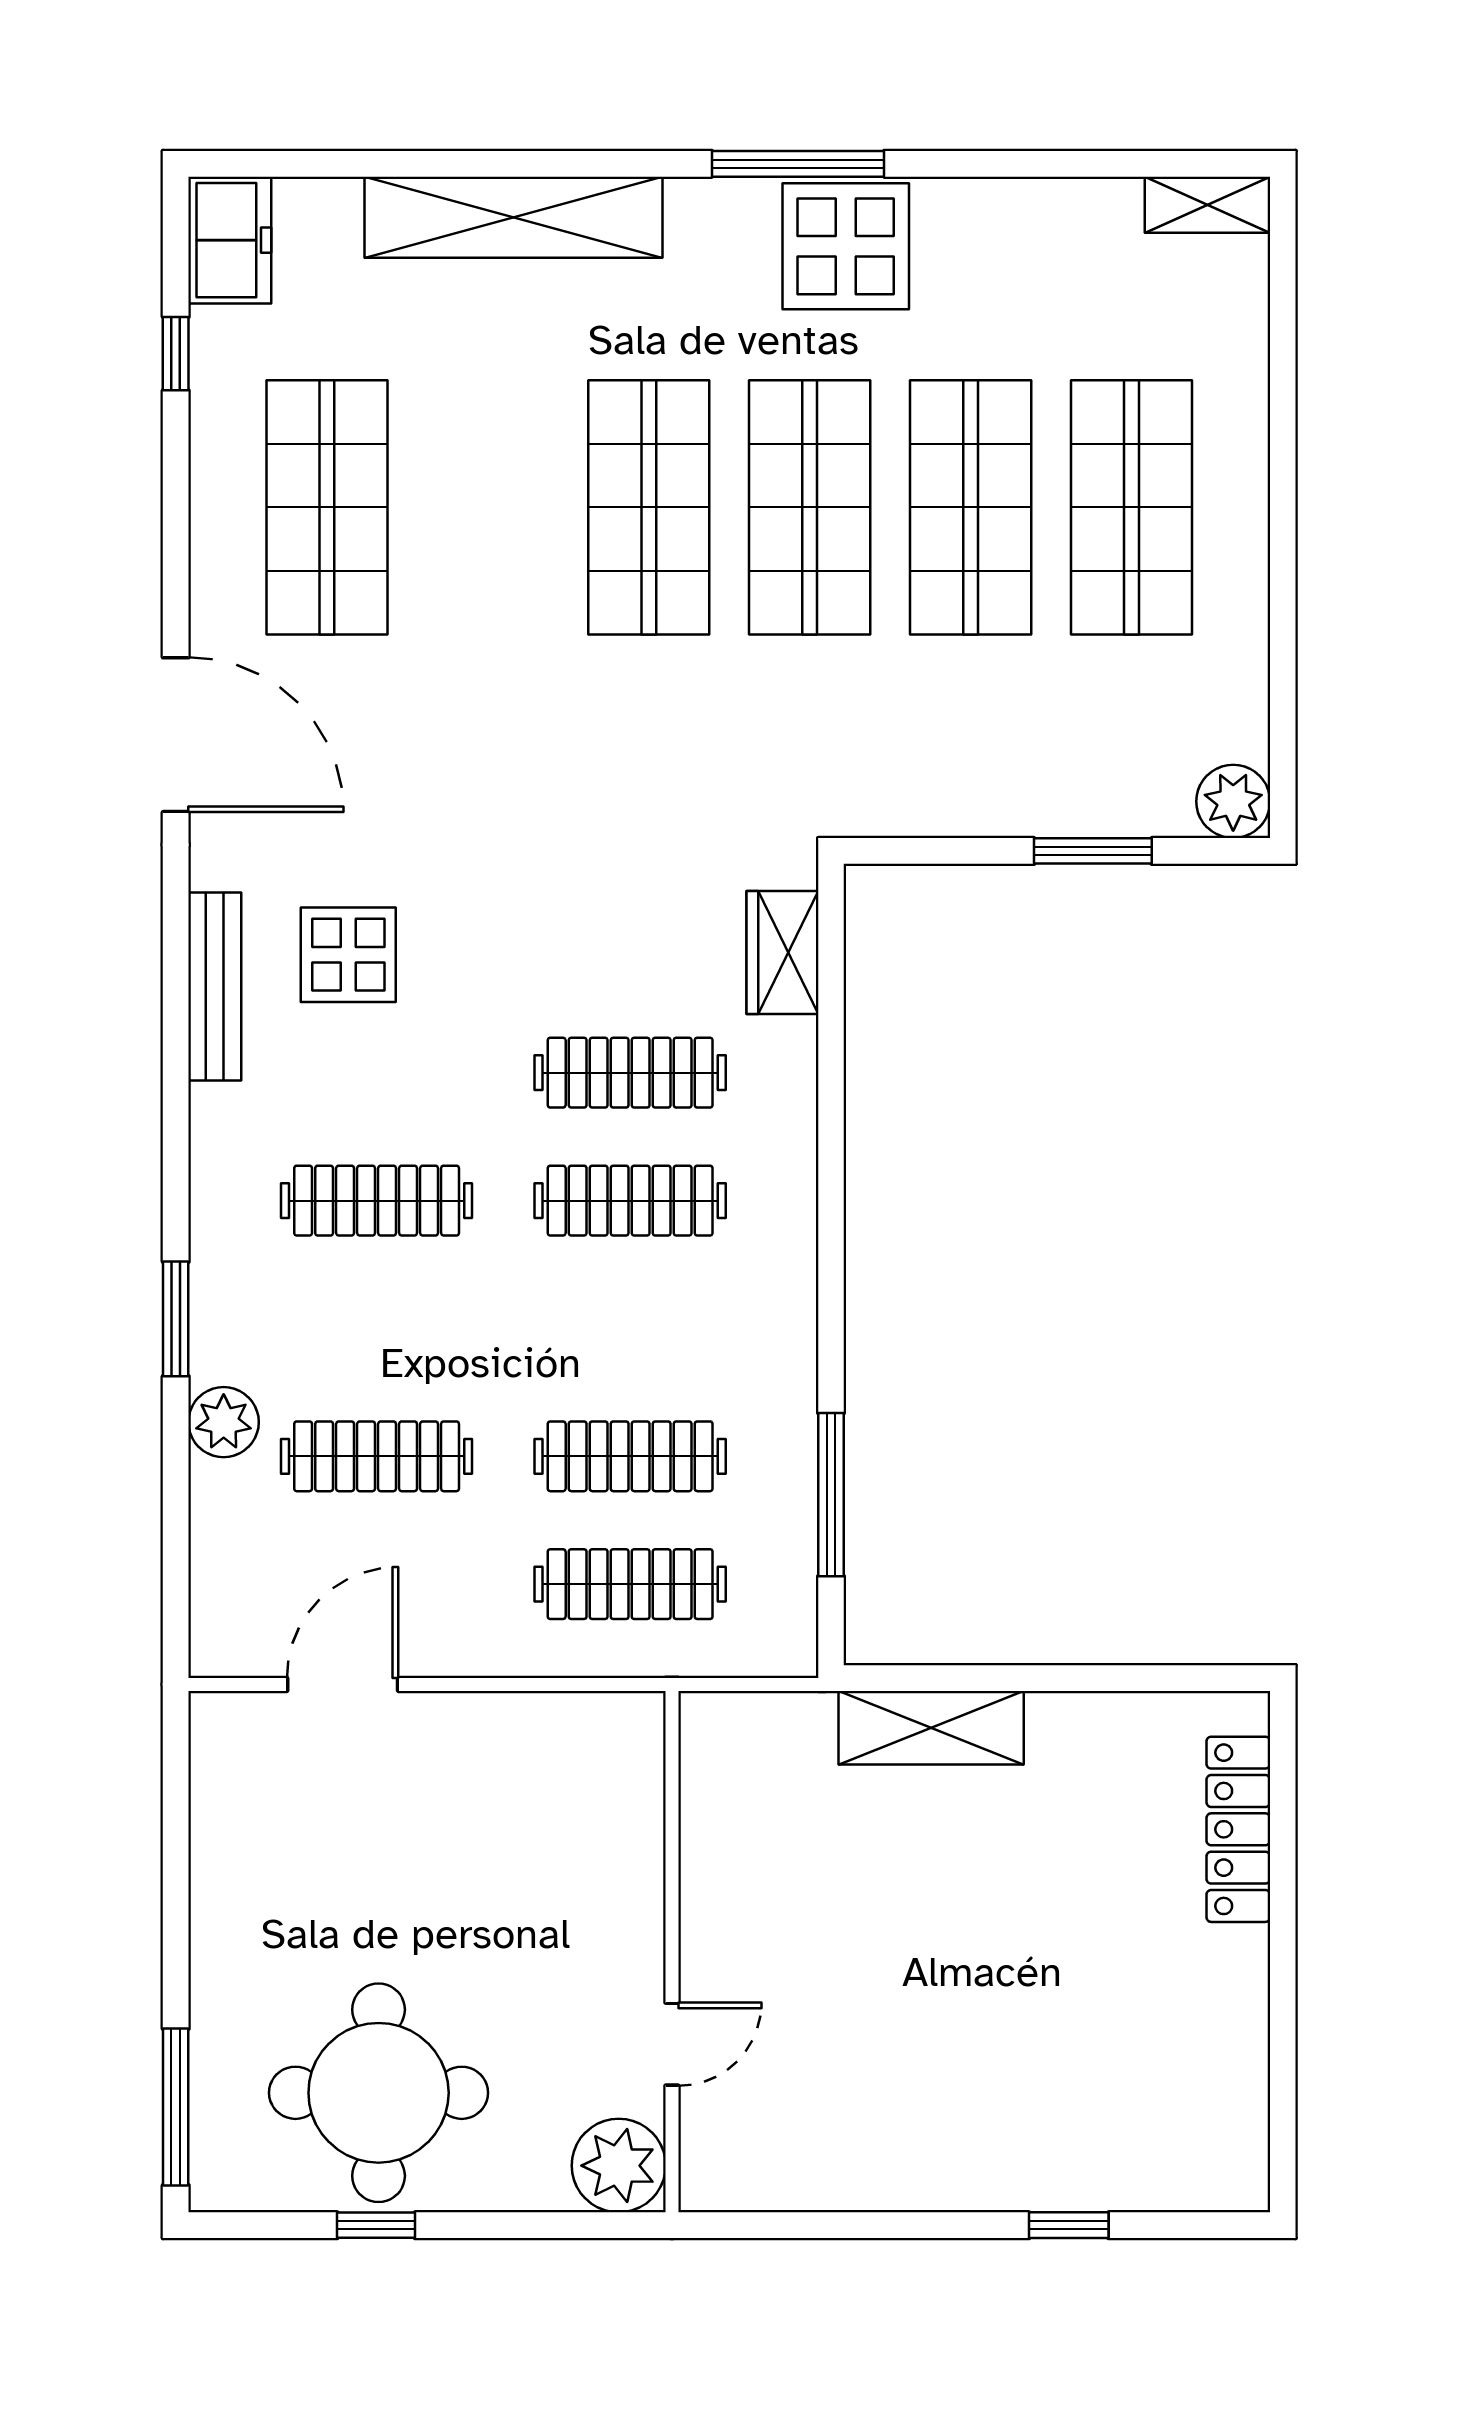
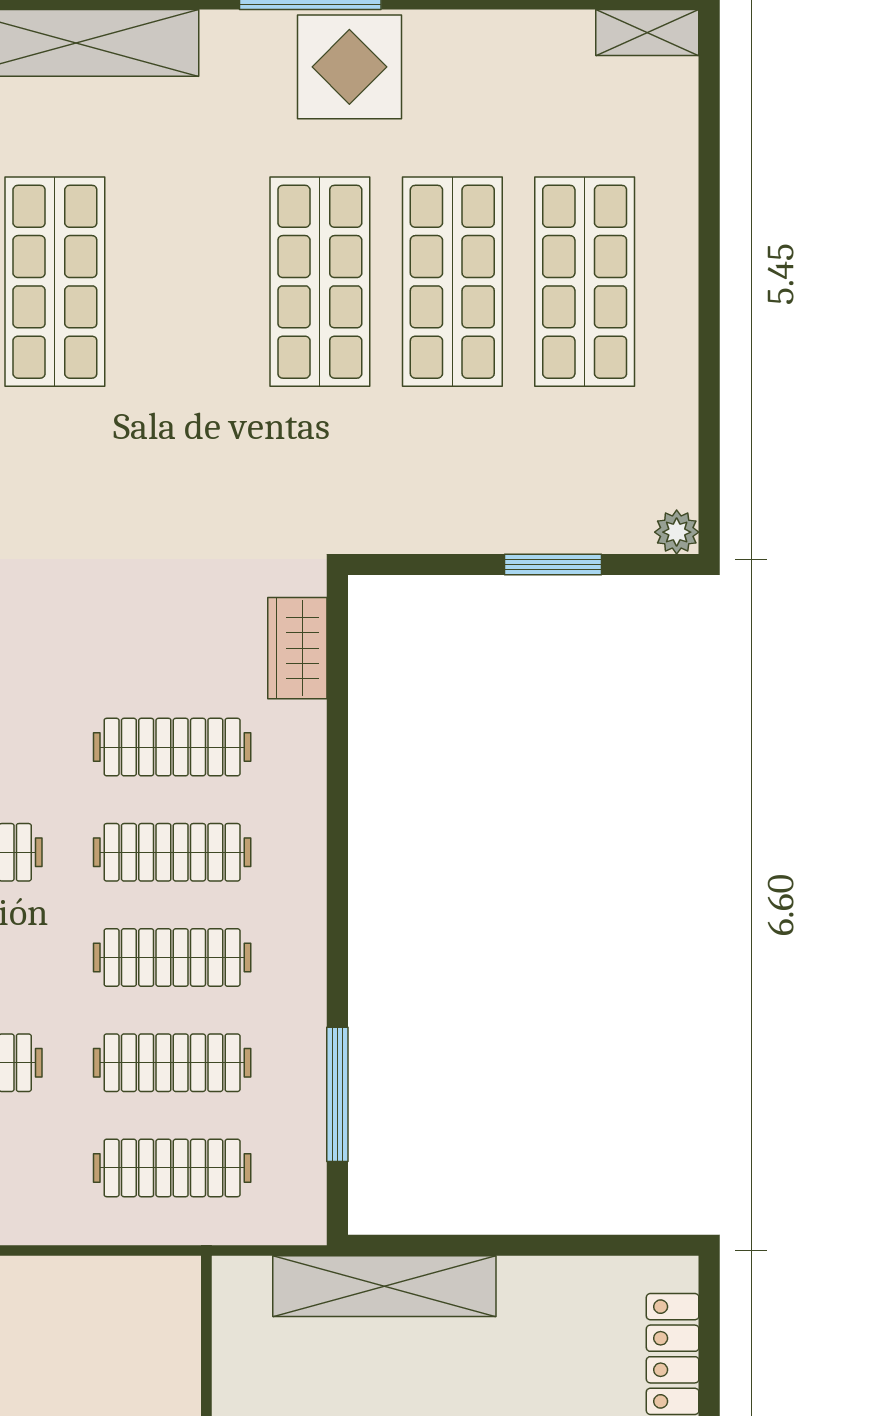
shop shelf: (649, 507) -> (55, 282), moved
plant: (1233, 801) -> (677, 532), width x0.73, depth x0.73
clothes rail: (630, 1328) -> (172, 958), added
shelving: (931, 1728) -> (384, 1286), width x1.47

